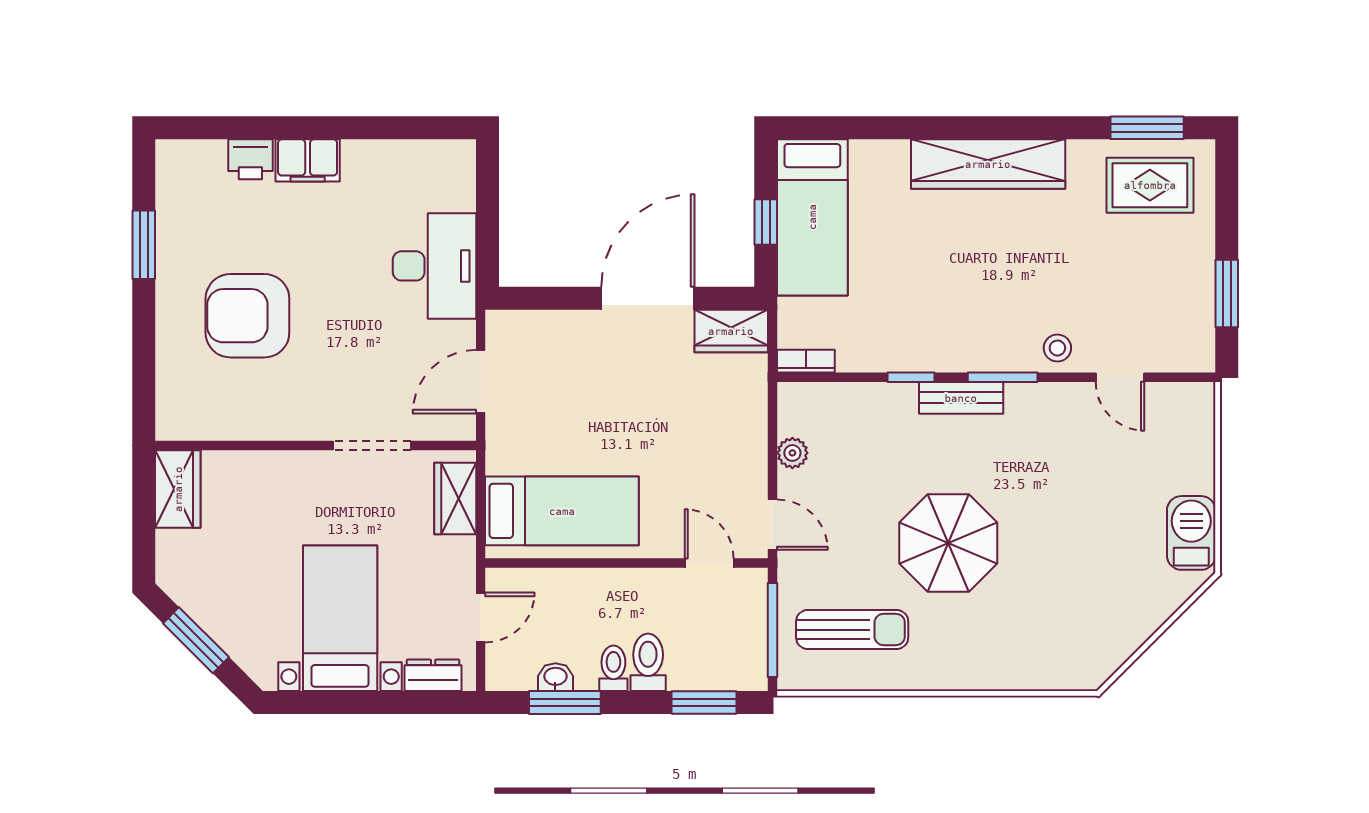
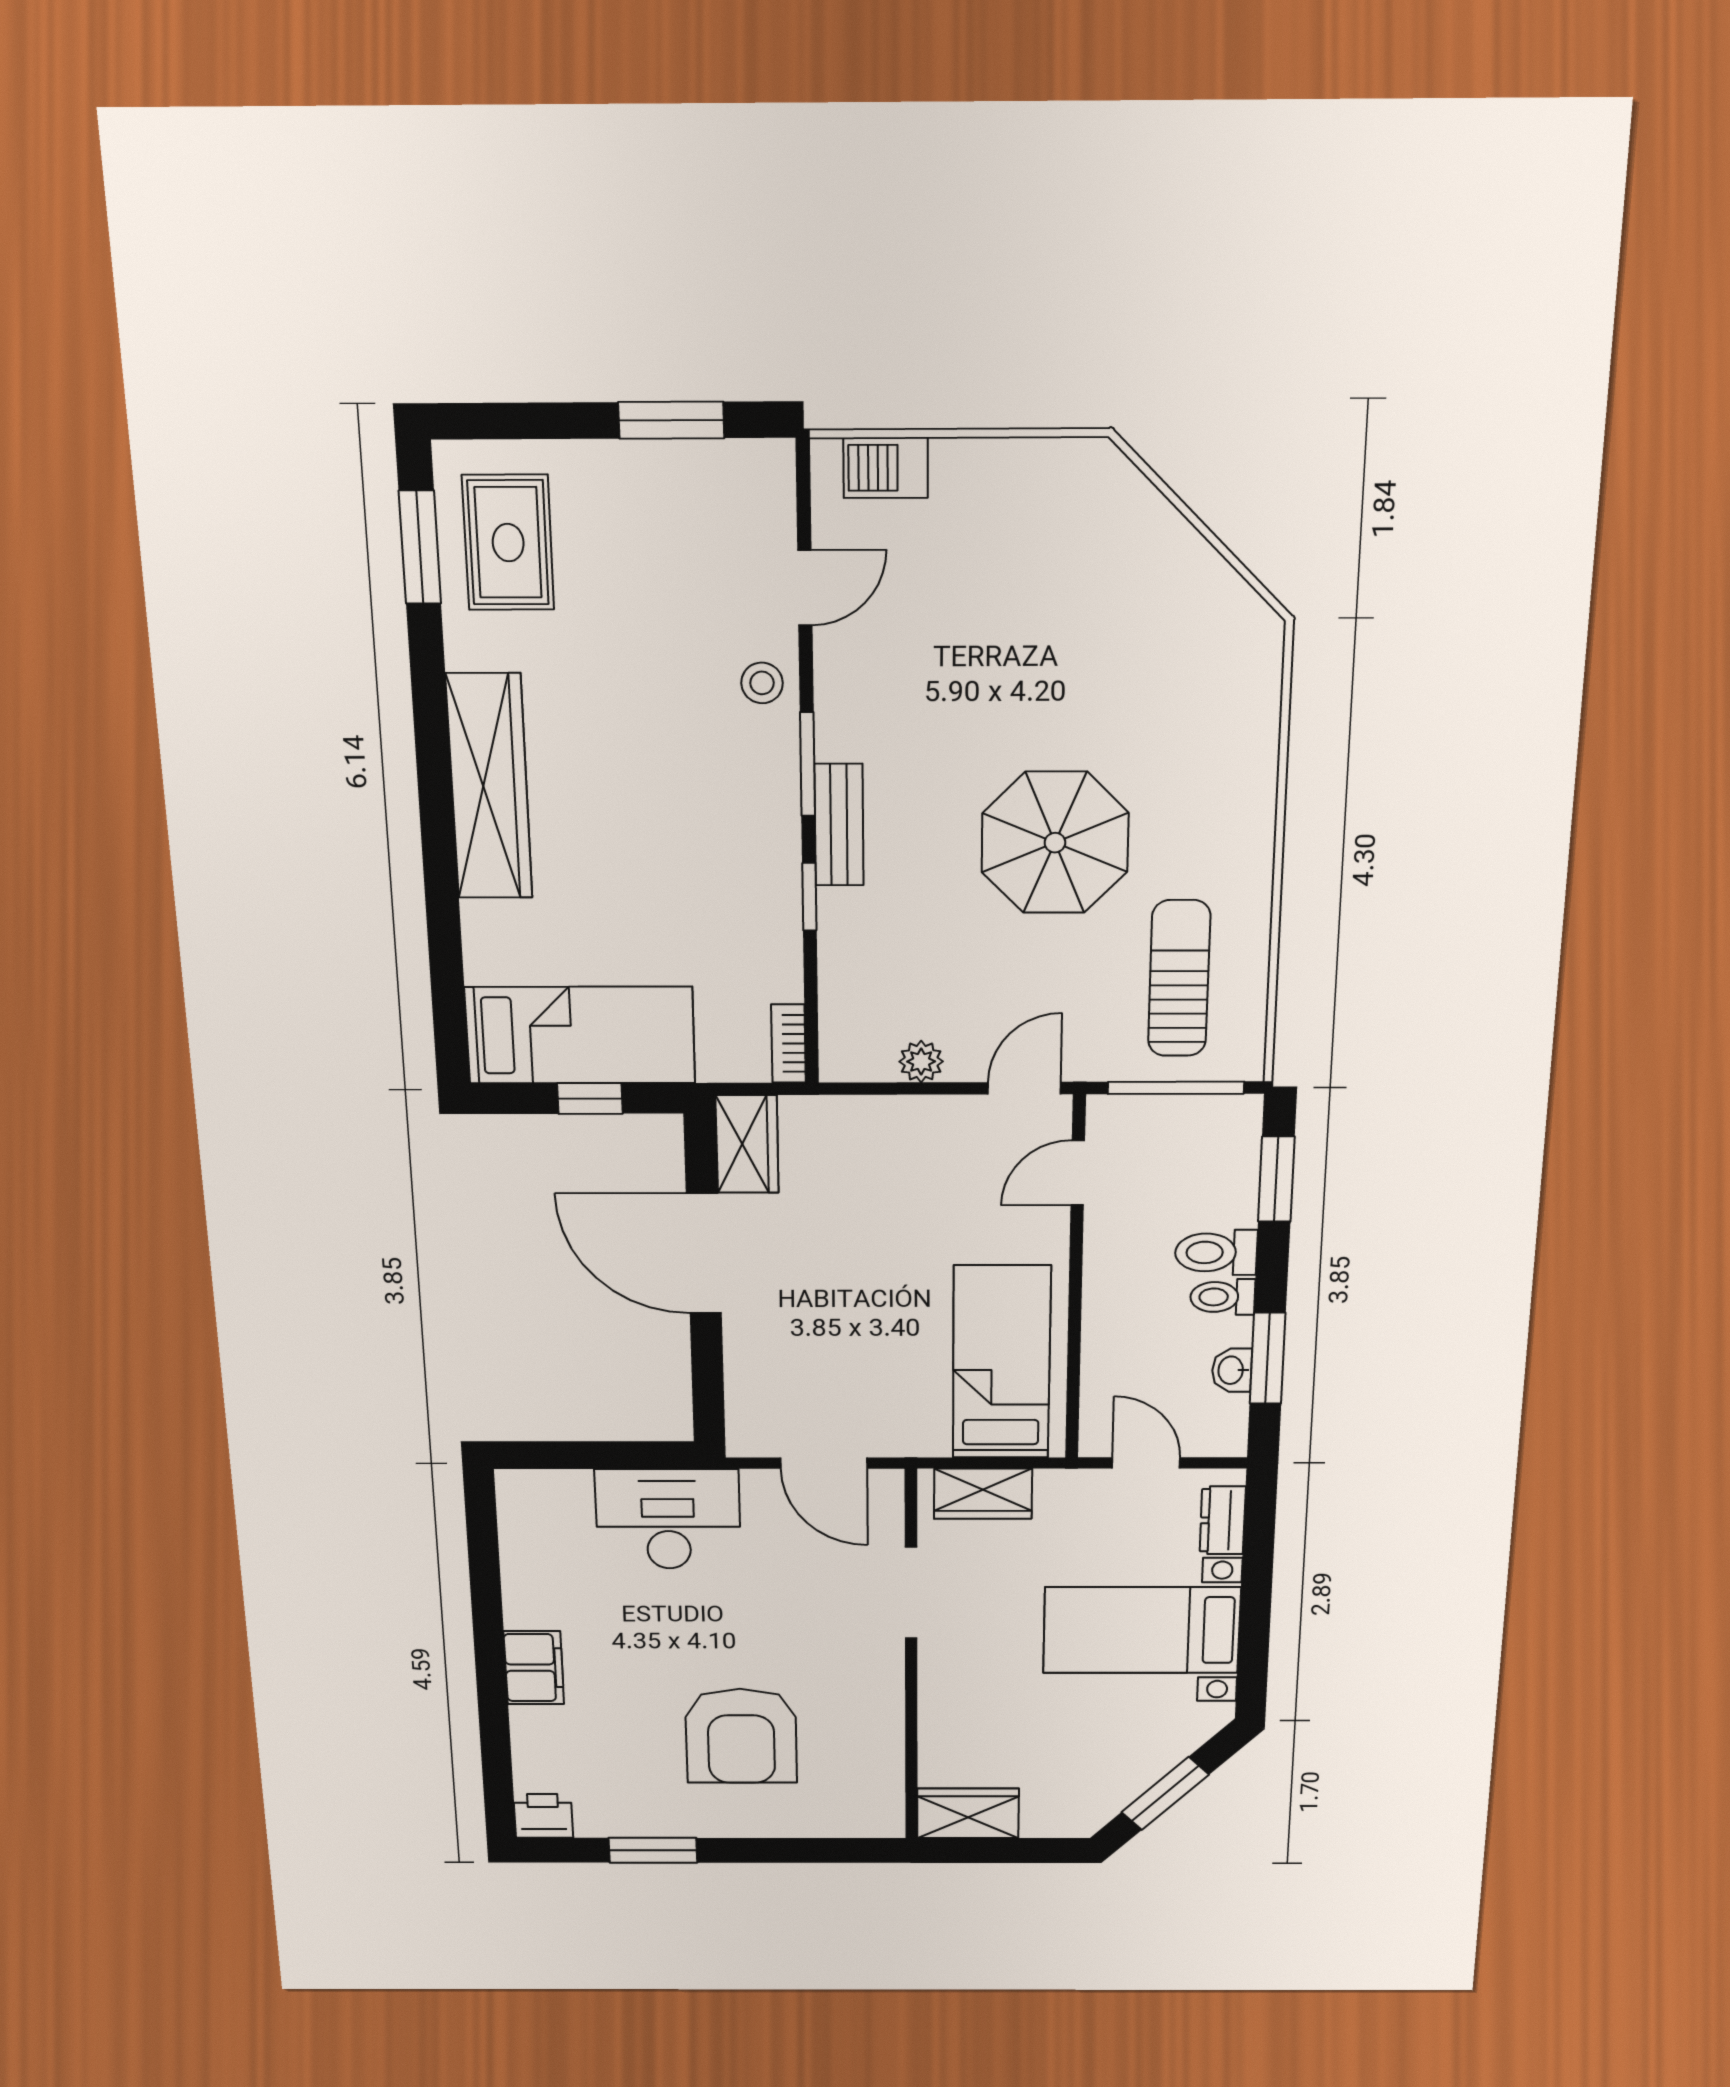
printer: (250, 159) -> (543, 1816), moved, turned -90
barbecue: (1191, 533) -> (886, 468), moved, width x0.73, depth x0.79

